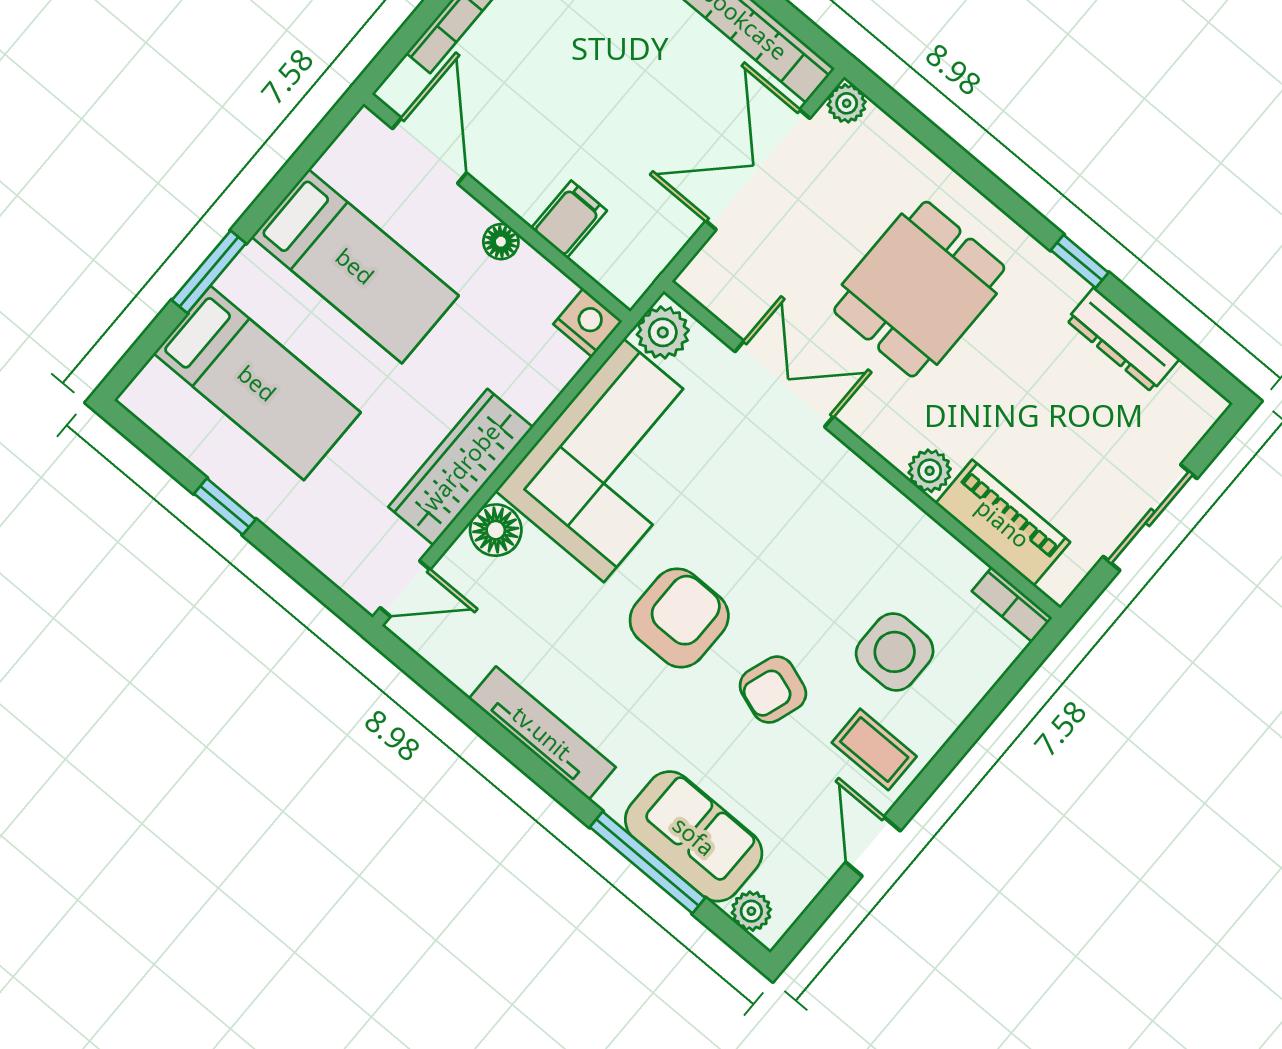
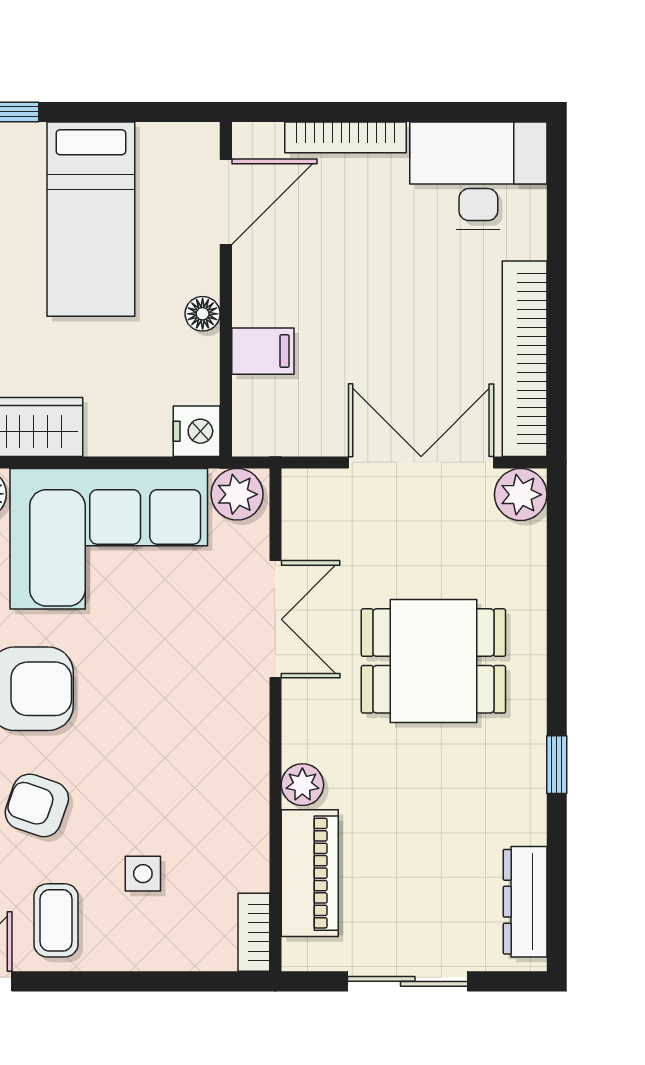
plant: (847, 103) -> (521, 495), width x1.38, depth x1.38
dresser: (1123, 340) -> (525, 902), moved
side table: (895, 652) -> (143, 874), width x0.54, depth x0.54

